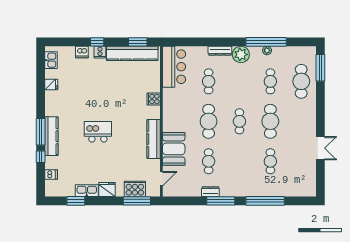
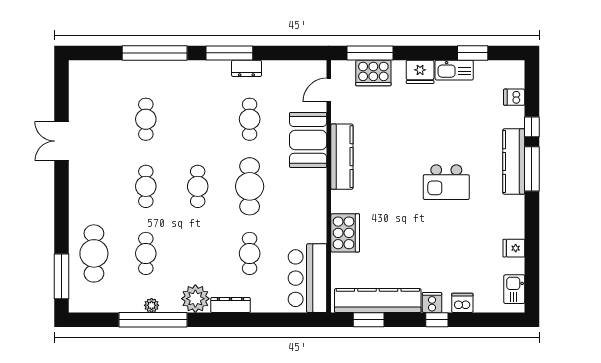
cooker: (154, 99) -> (345, 233), width x1.87, depth x1.31
cafe table: (270, 121) -> (146, 186), width x0.73, depth x0.74
kitchen island: (98, 132) -> (446, 182), moved

